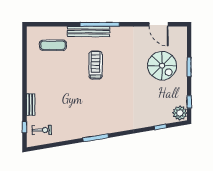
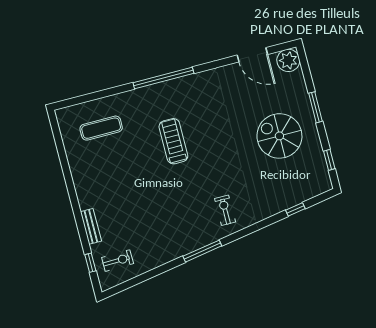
bench: (88, 32) -> (149, 93), removed
spiral stairs: (162, 66) -> (279, 136), moved, turned 180
plant: (180, 113) -> (288, 60), moved
exercise bike: (116, 116) -> (225, 210), added

